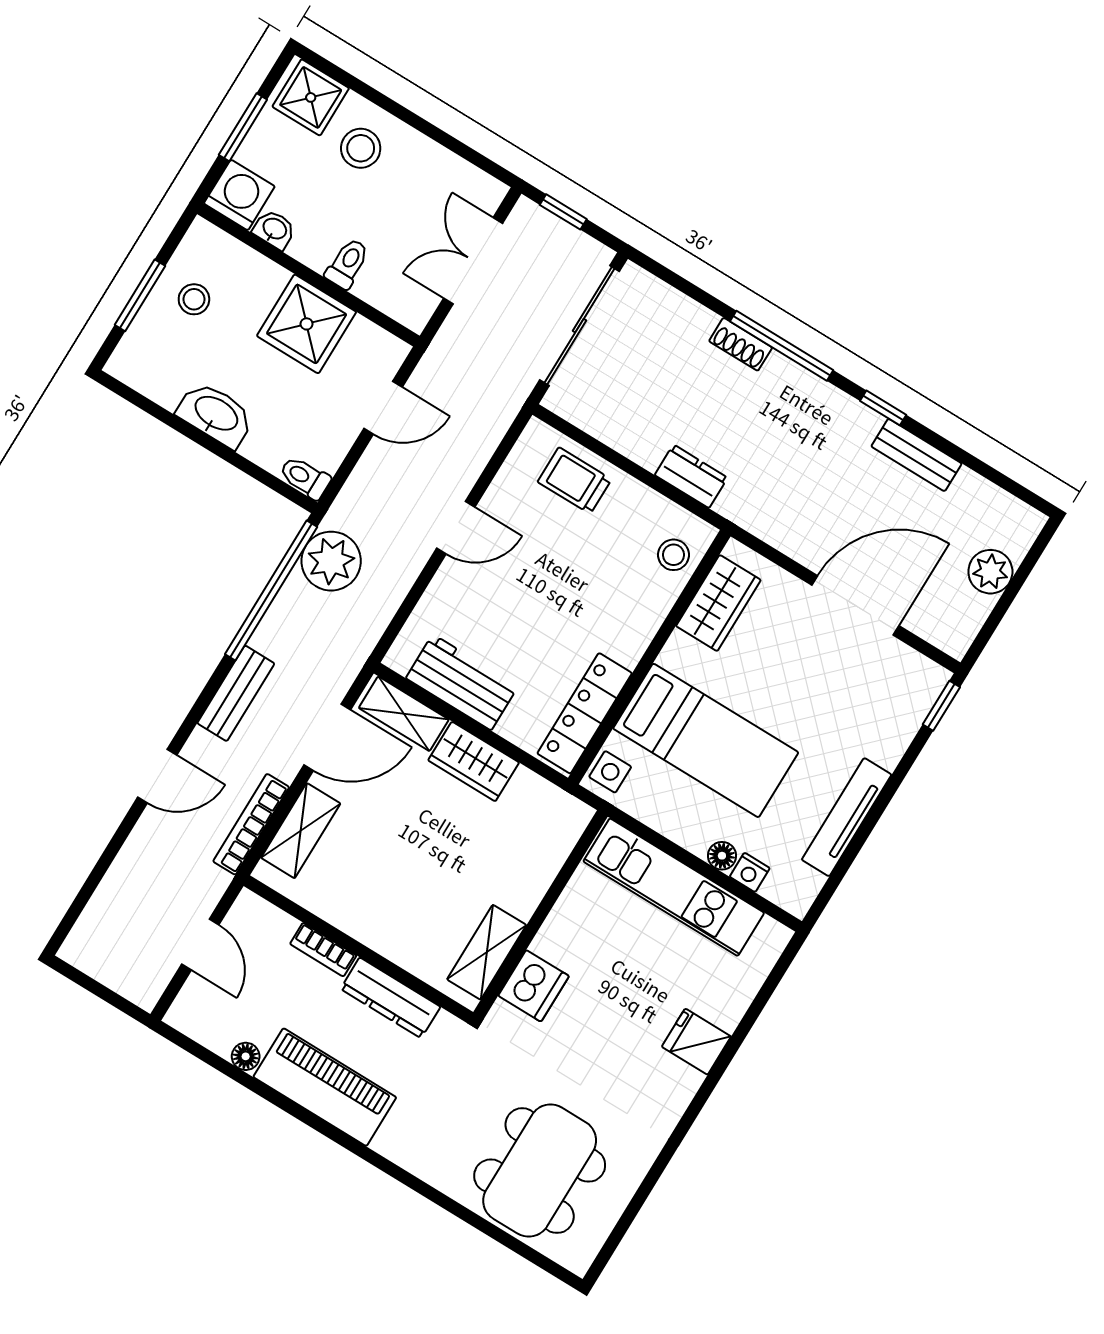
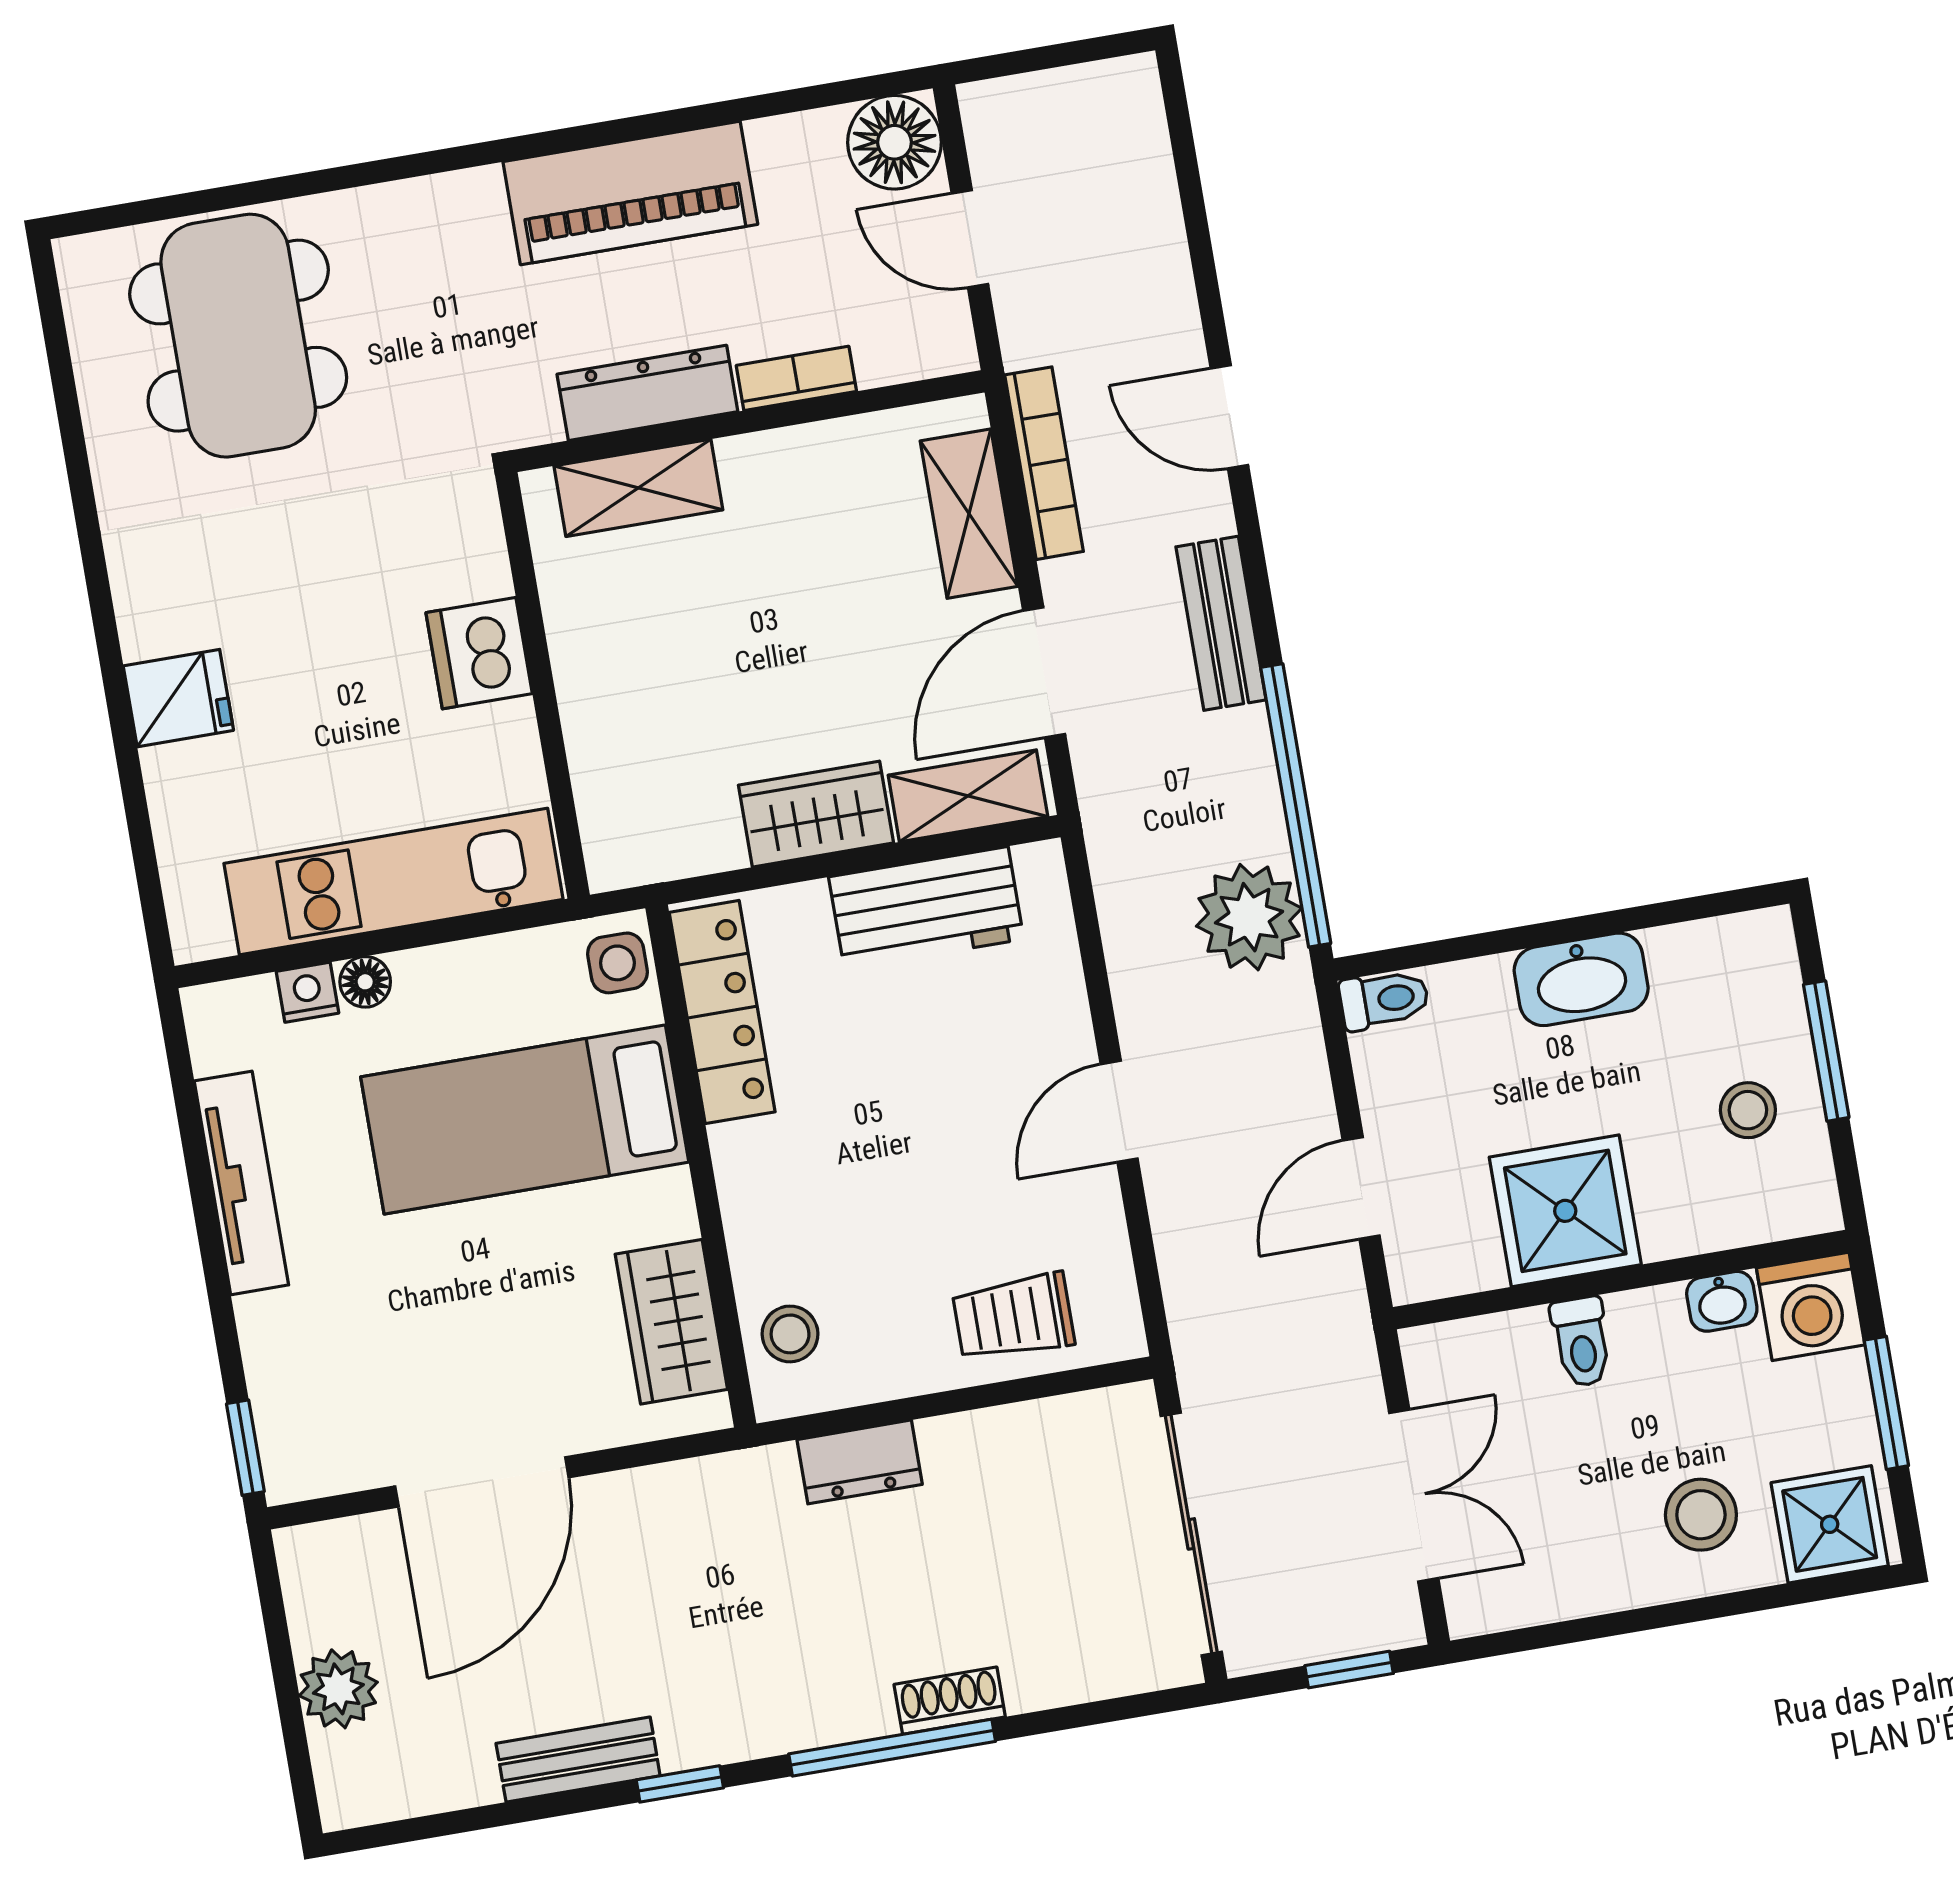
trolley: (575, 481) -> (1013, 1317), turned 180
door: (157, 776) -> (1229, 417), hinge flipped
shelving: (487, 952) -> (638, 488), moved, turned 90
dishwasher: (534, 986) -> (479, 653), moved
floor lamp: (246, 1056) -> (894, 142), moved, width x1.89, depth x1.89

